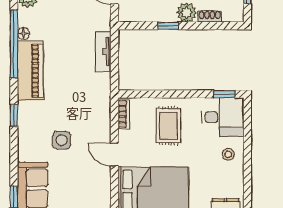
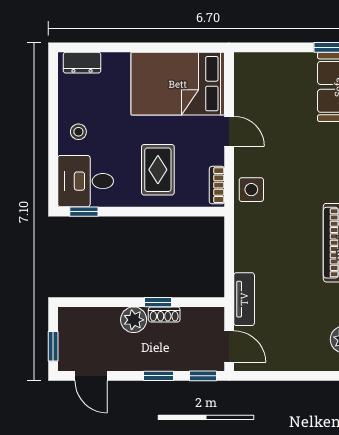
shoe rack: (210, 16) -> (164, 314), moved
tv unit: (103, 52) -> (244, 299), moved
side table: (62, 140) -> (251, 190), moved

